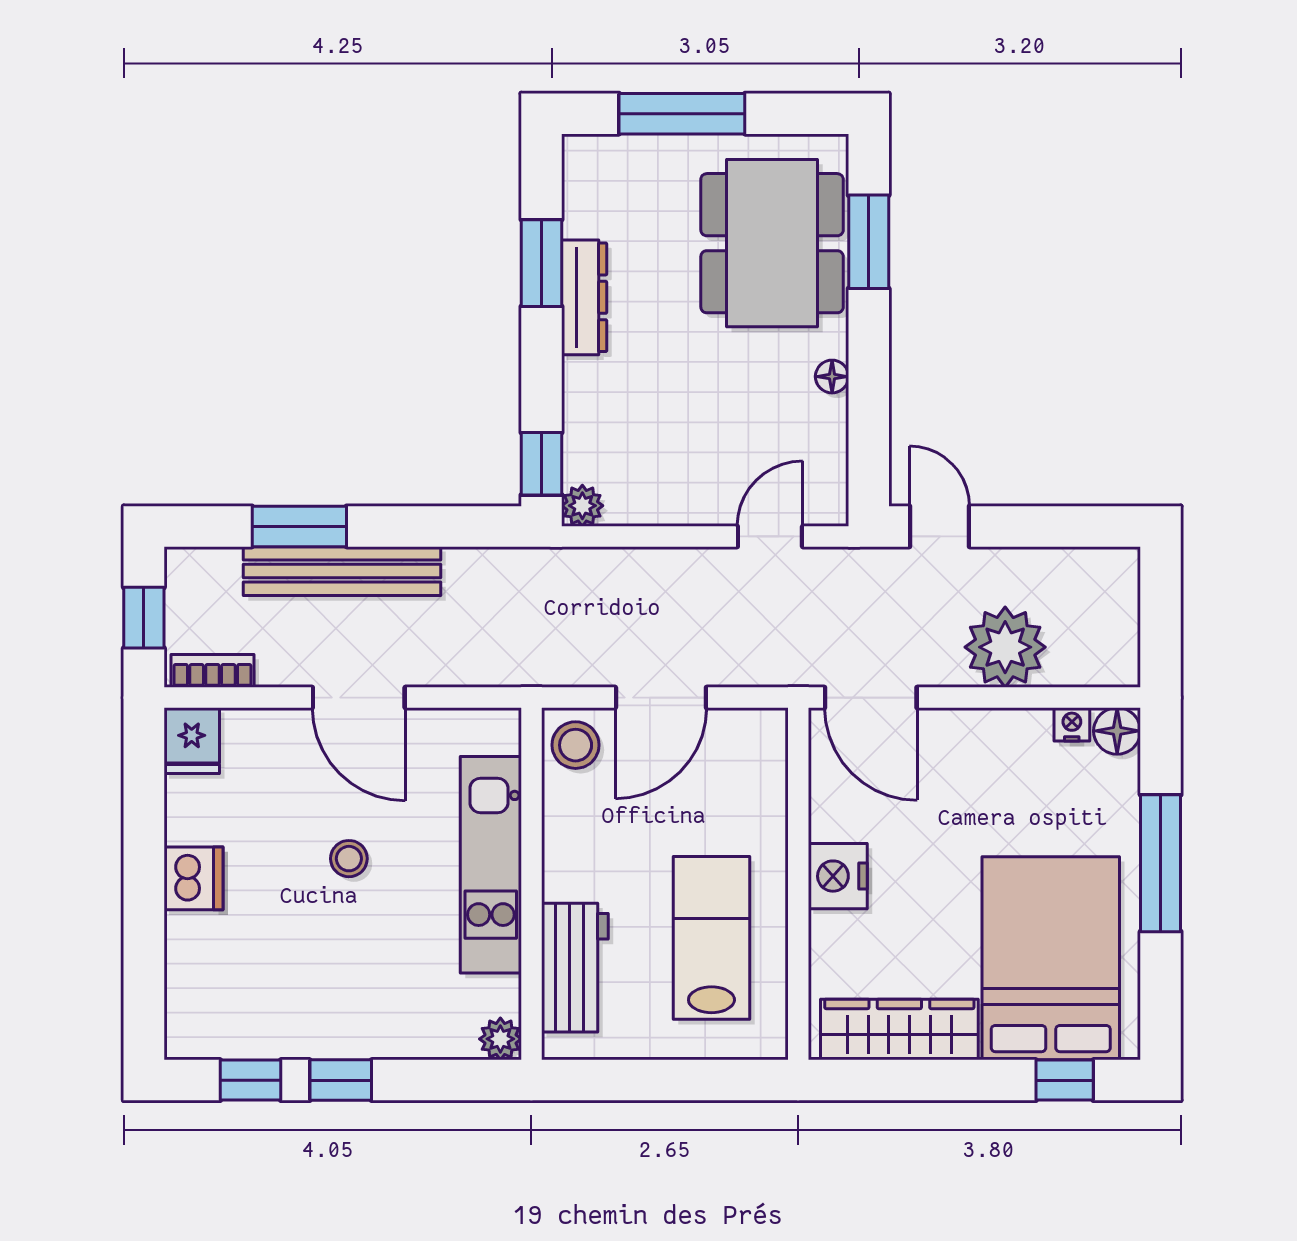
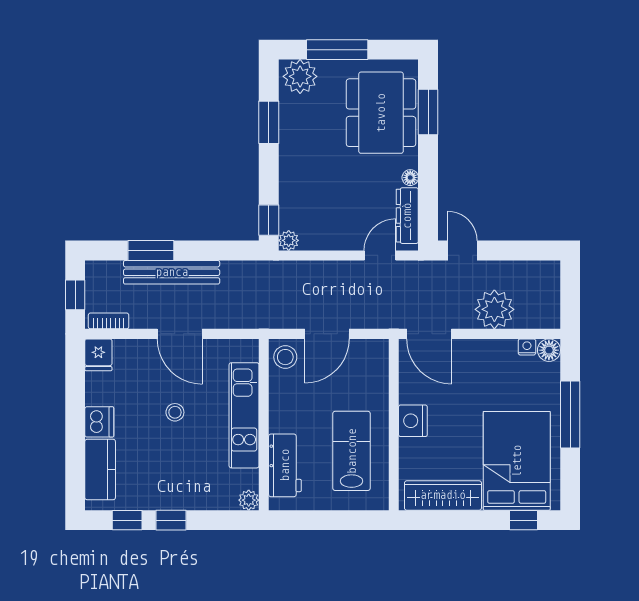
plant: (606, 169) -> (300, 76), added
dresser: (584, 297) -> (407, 216), moved, turned 180
kitchen counter: (195, 976) -> (100, 470), added

